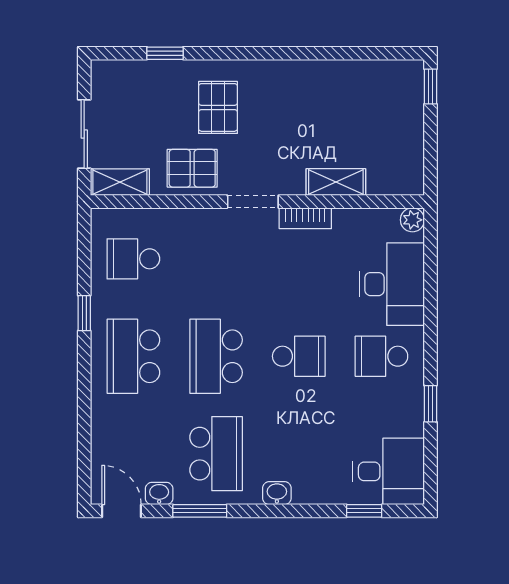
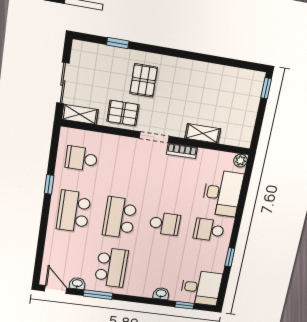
washbasin: (277, 493) -> (161, 294), moved

